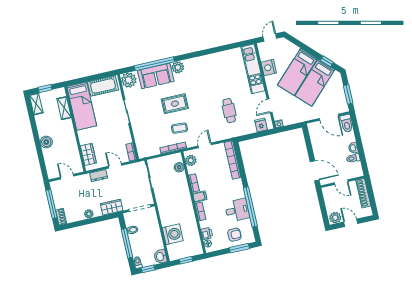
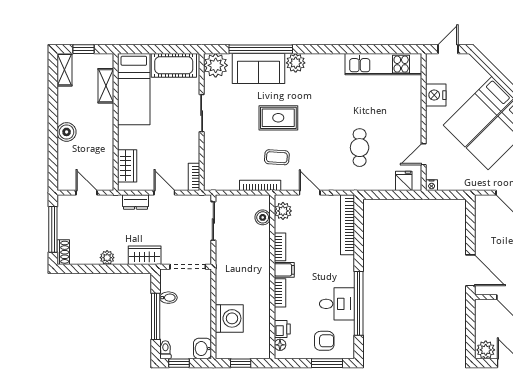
kitchen unit: (253, 69) -> (383, 64), moved, turned -90
door: (205, 145) -> (310, 193), hinge flipped

